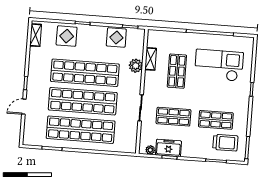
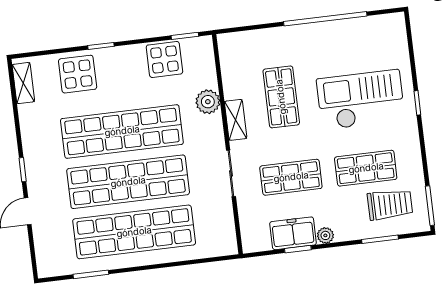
shelving: (151, 59) -> (236, 120), moved
checkout: (219, 65) -> (361, 100), moved
plant: (150, 150) -> (325, 235), moved

